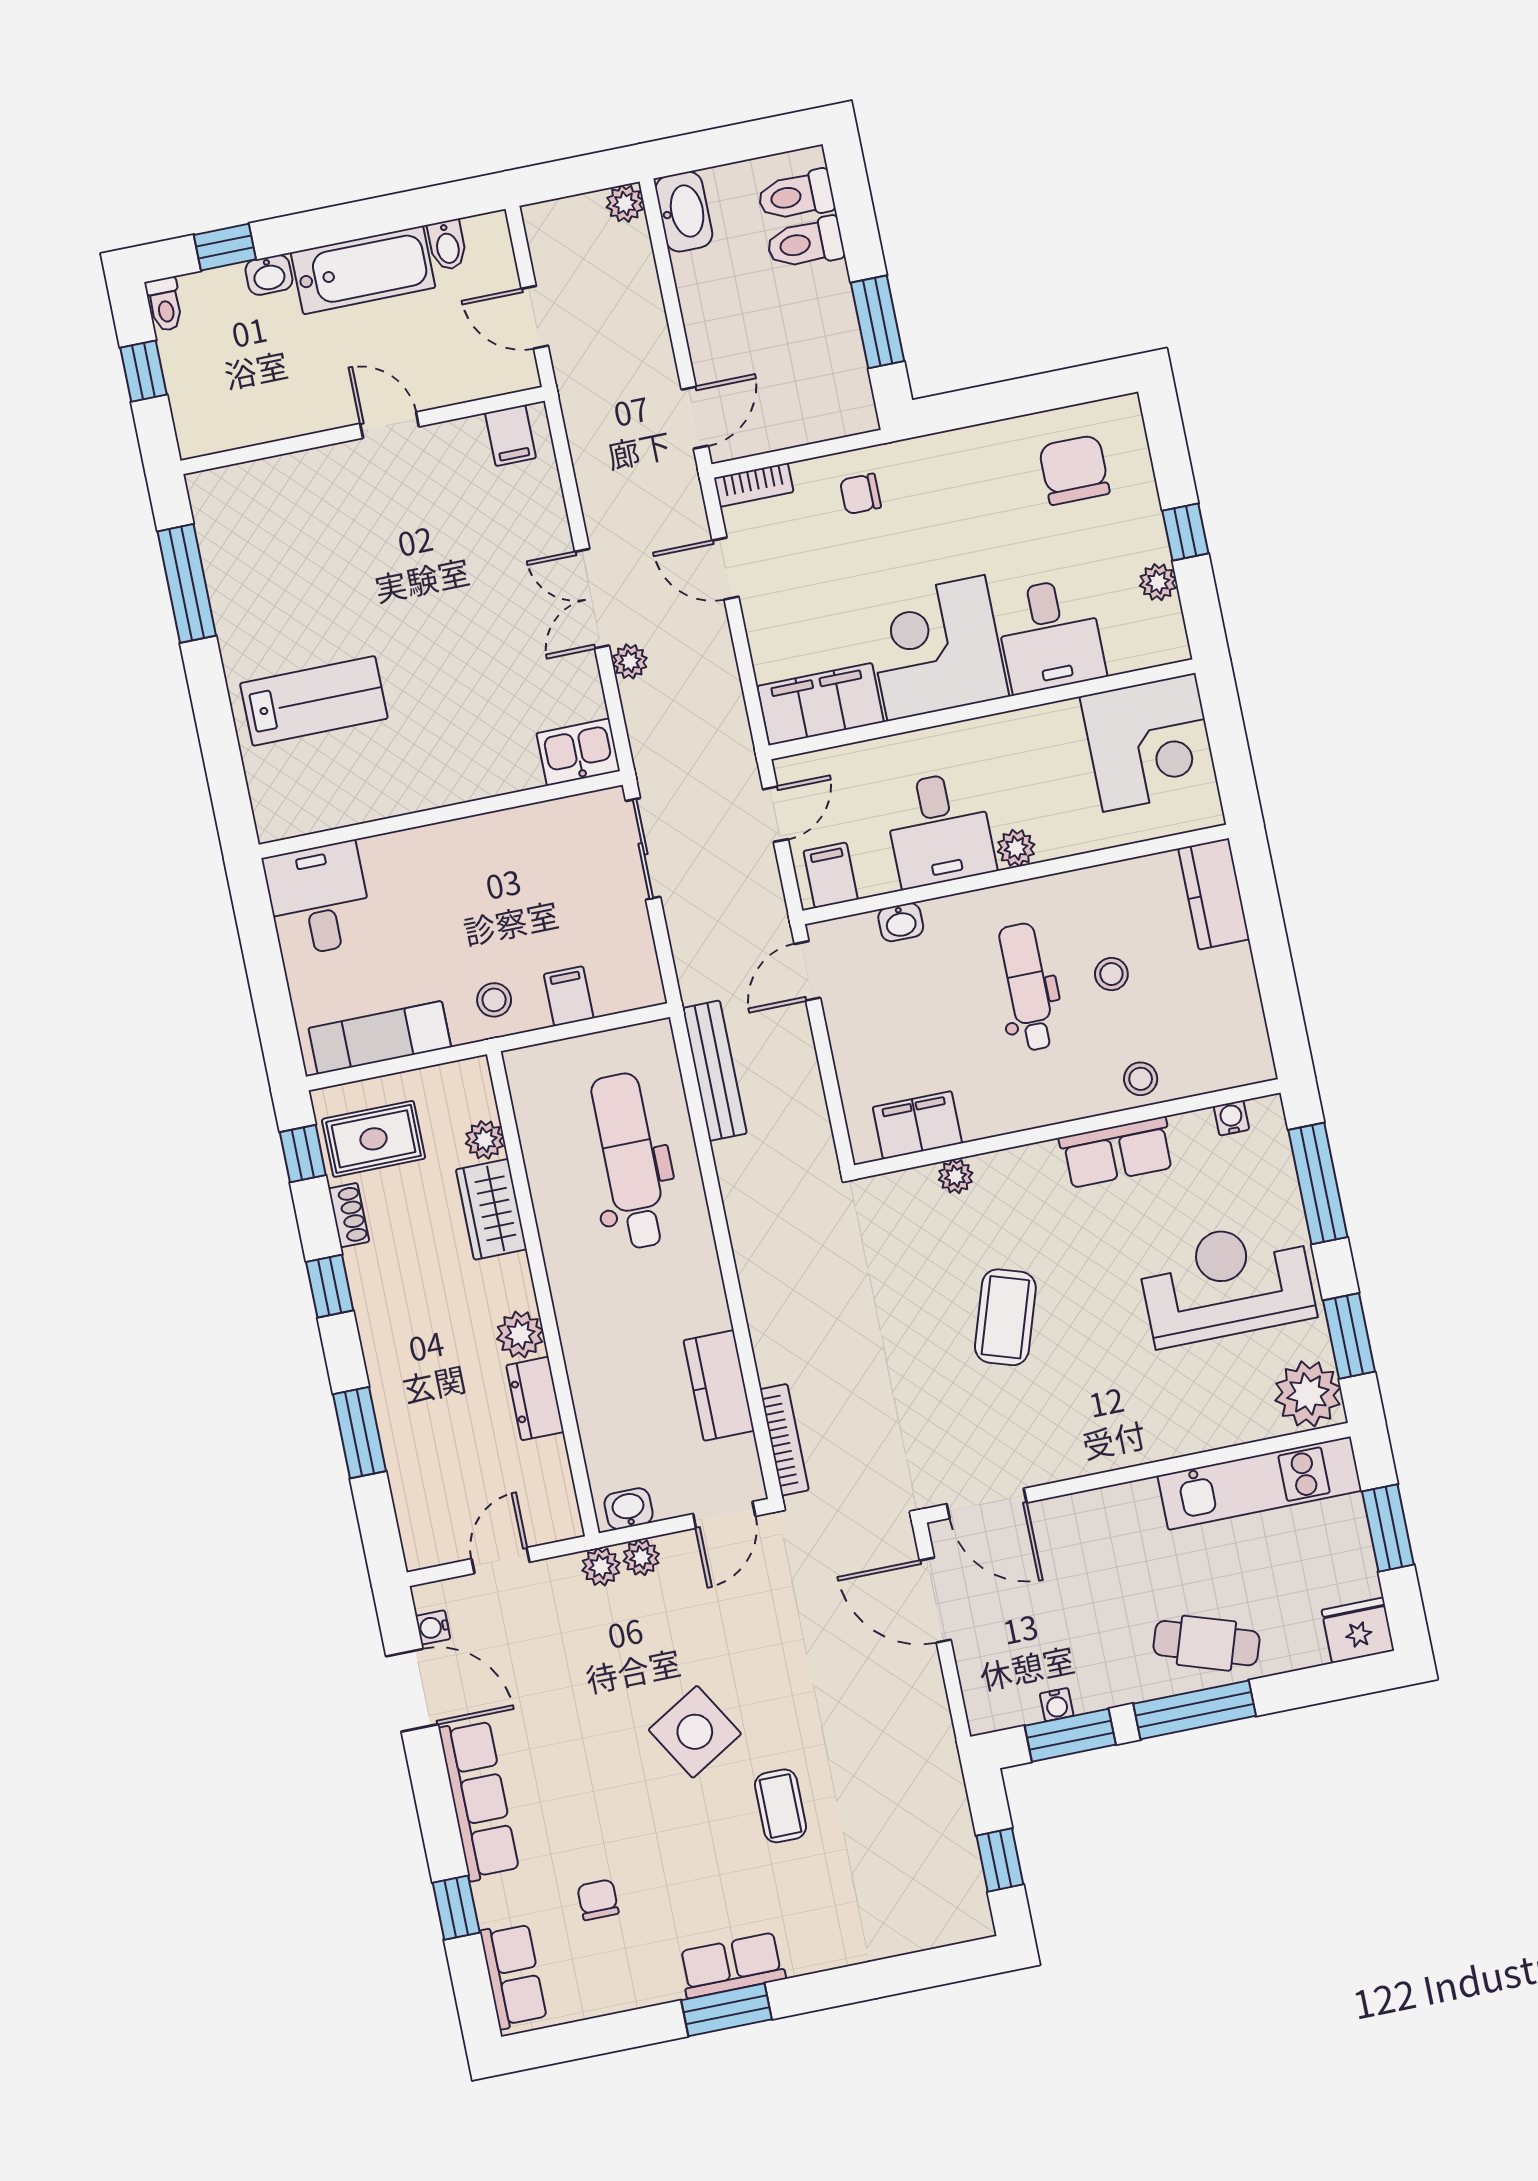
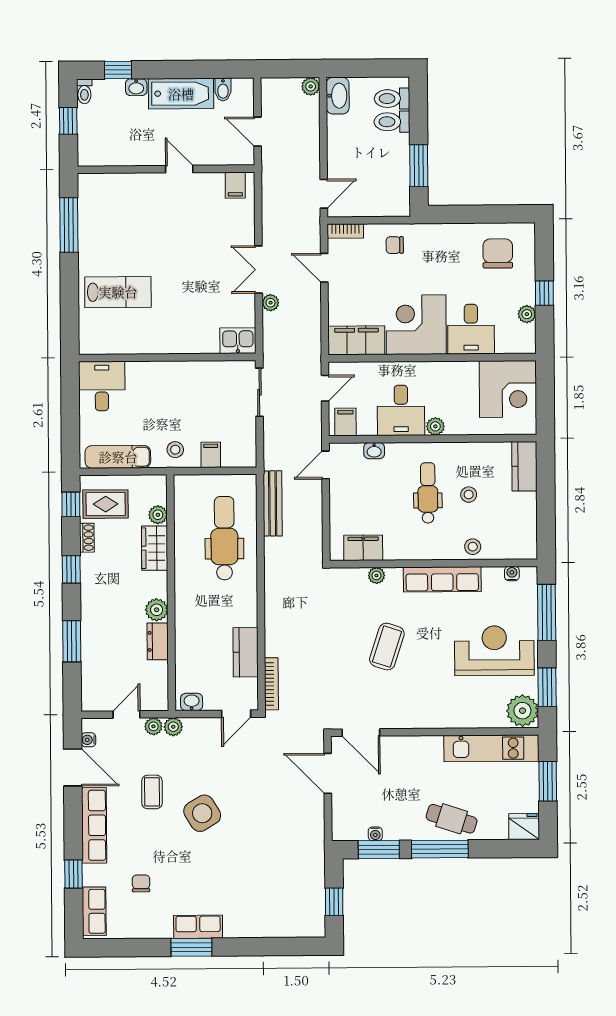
row of seats: (1117, 1152) -> (442, 579), width x1.48
plant: (641, 1557) -> (153, 726), moved
coffee table: (780, 1806) -> (152, 792), moved

